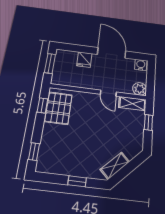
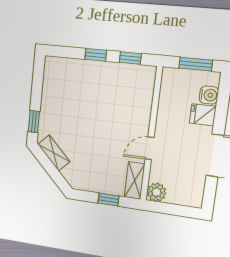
water cooler: (141, 65) -> (209, 95), moved
pallet: (58, 108) -> (127, 80), removed
window: (34, 152) -> (96, 55), moved
window: (77, 181) -> (34, 122), moved

